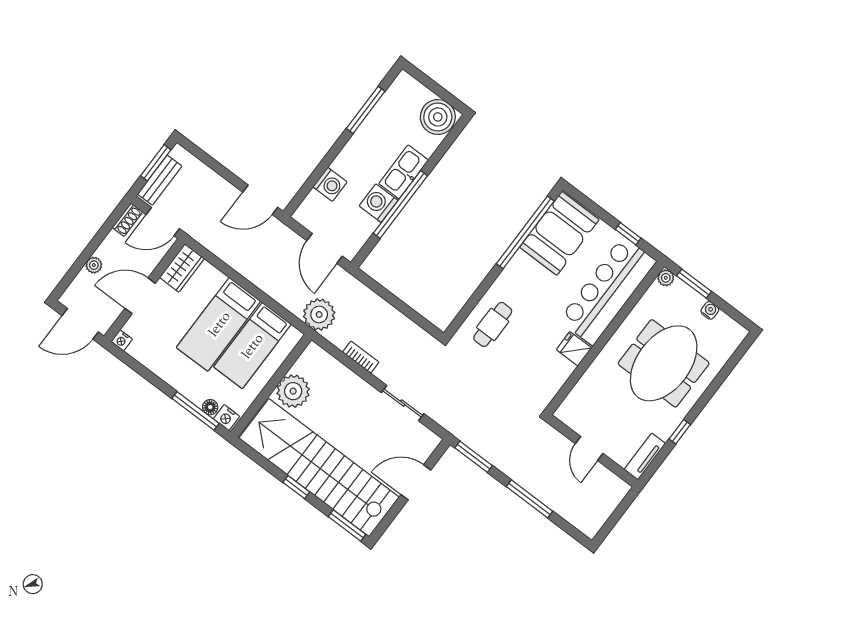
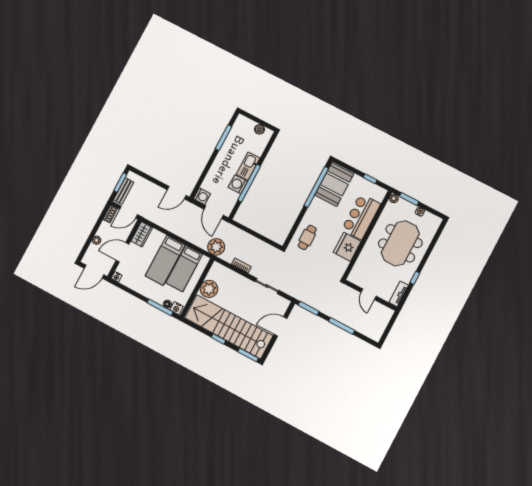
boiler: (438, 117) -> (260, 129), width x0.54, depth x0.54
washing machine: (330, 184) -> (202, 196), moved
bar counter: (608, 291) -> (361, 217), width x0.73
fridge: (574, 349) -> (347, 247), width x1.88, depth x1.34

